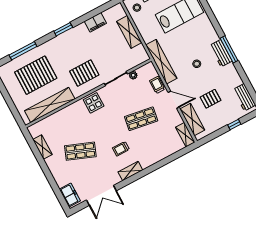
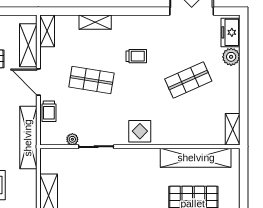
pallet: (84, 73) -> (132, 174), removed
shelving: (42, 147) -> (233, 129), moved
shop shelf: (80, 151) -> (188, 80), turned -45
shelving: (130, 171) -> (95, 22), moved
plant: (61, 180) -> (231, 57), added

